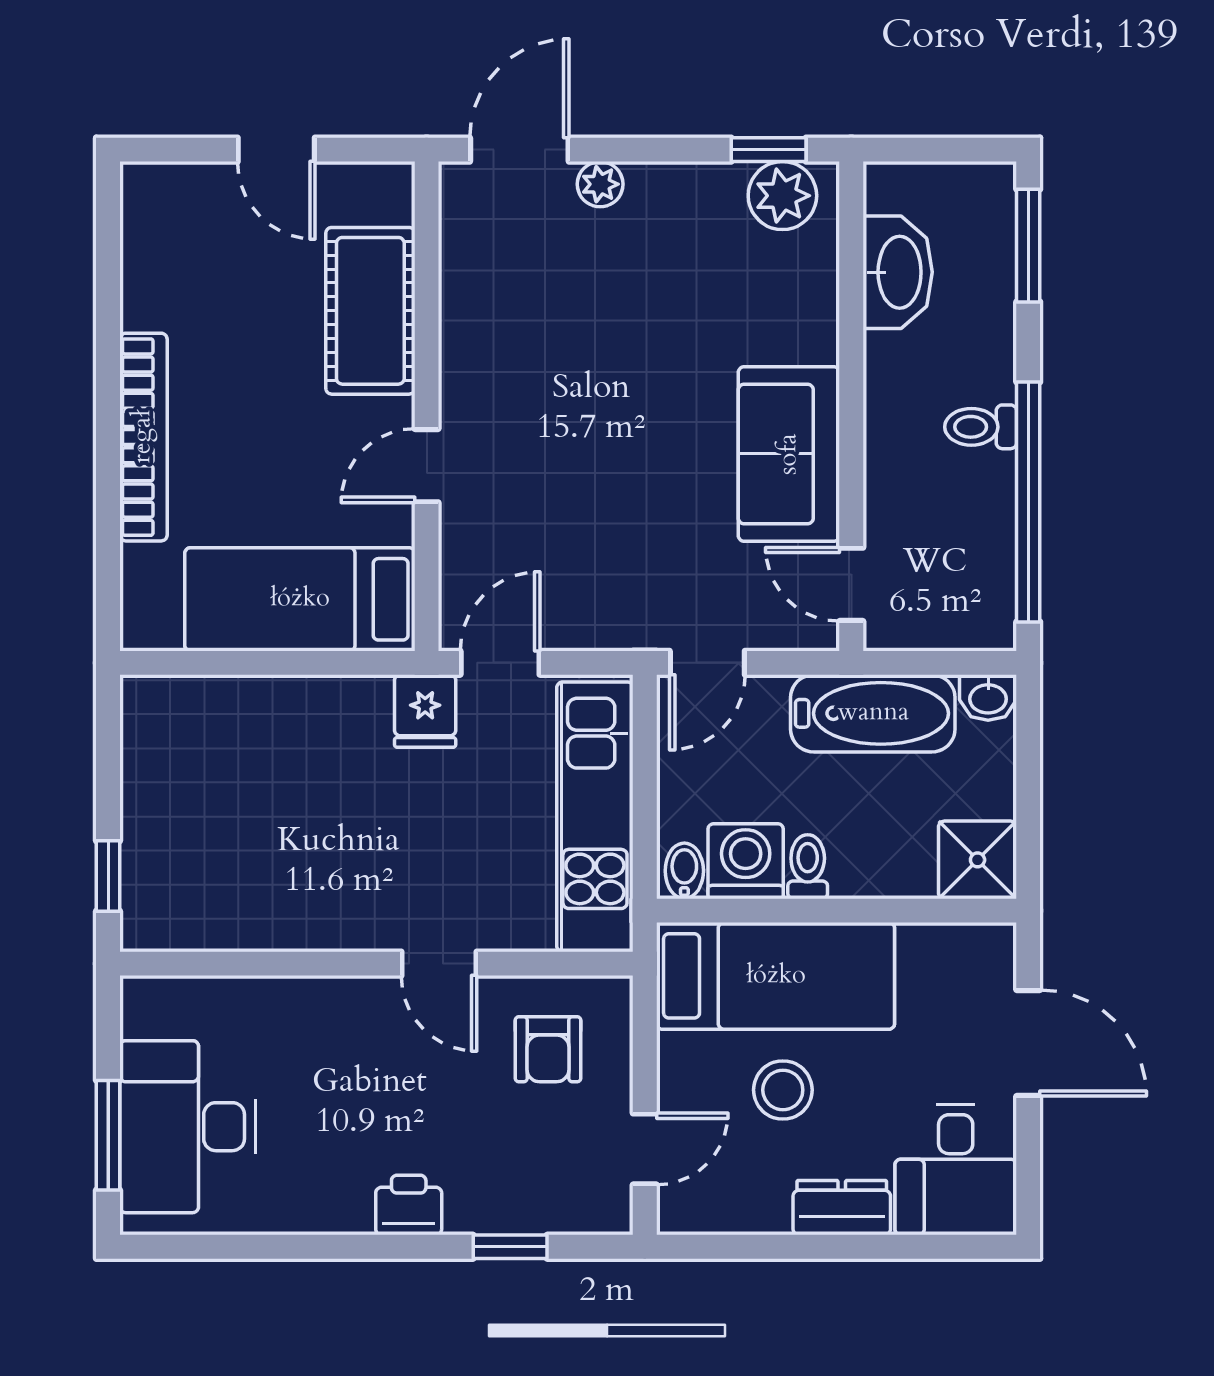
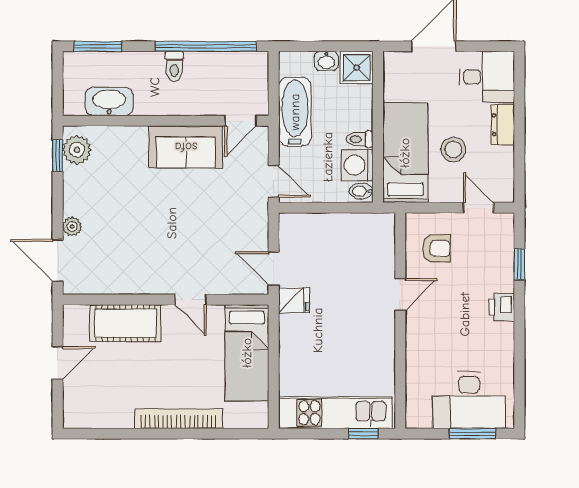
washbasin: (988, 698) -> (326, 61), moved, turned 90
kitchen unit: (595, 817) -> (336, 413), moved, turned 180

